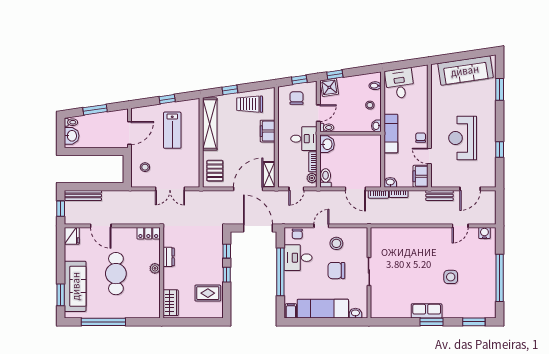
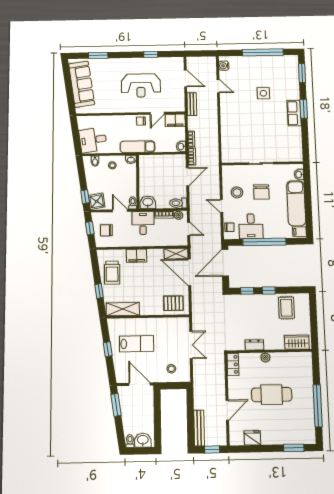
window: (95, 110) -> (116, 405), moved
shelving: (210, 124) -> (123, 309), width x0.68
fridge: (72, 236) -> (252, 438), moved
sofa: (75, 286) -> (285, 434), removed

